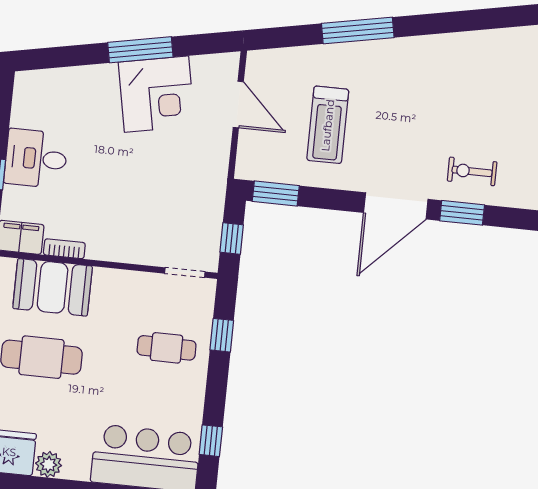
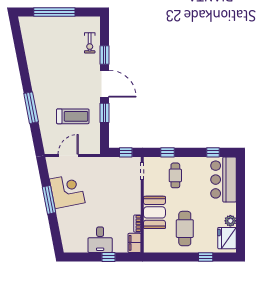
exercise bike: (472, 171) -> (90, 43), moved
window: (276, 194) -> (104, 113), moved
booth: (53, 287) -> (154, 212), moved

